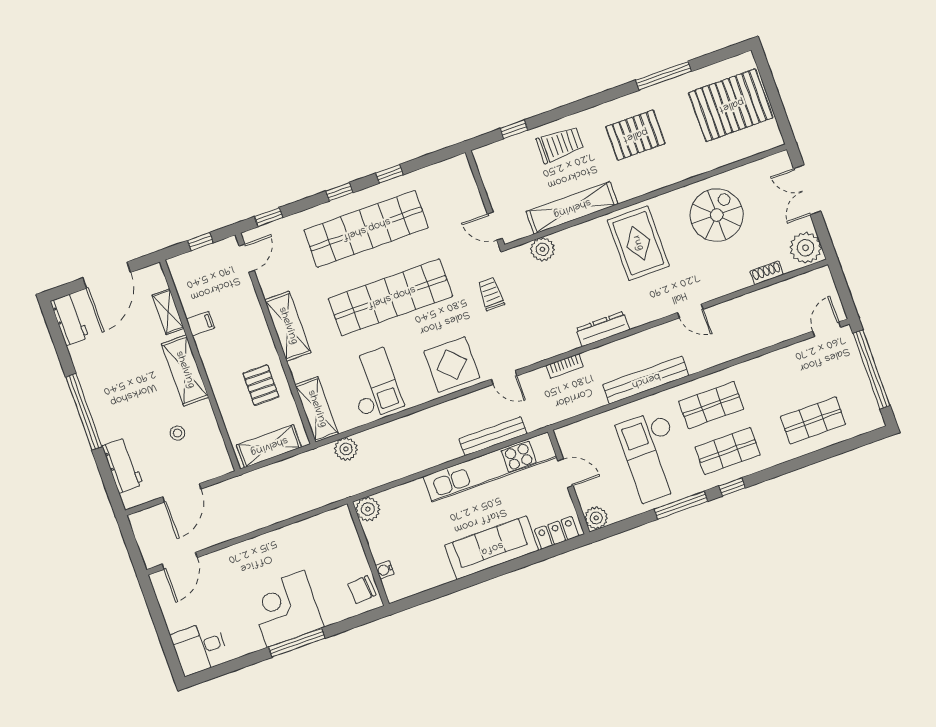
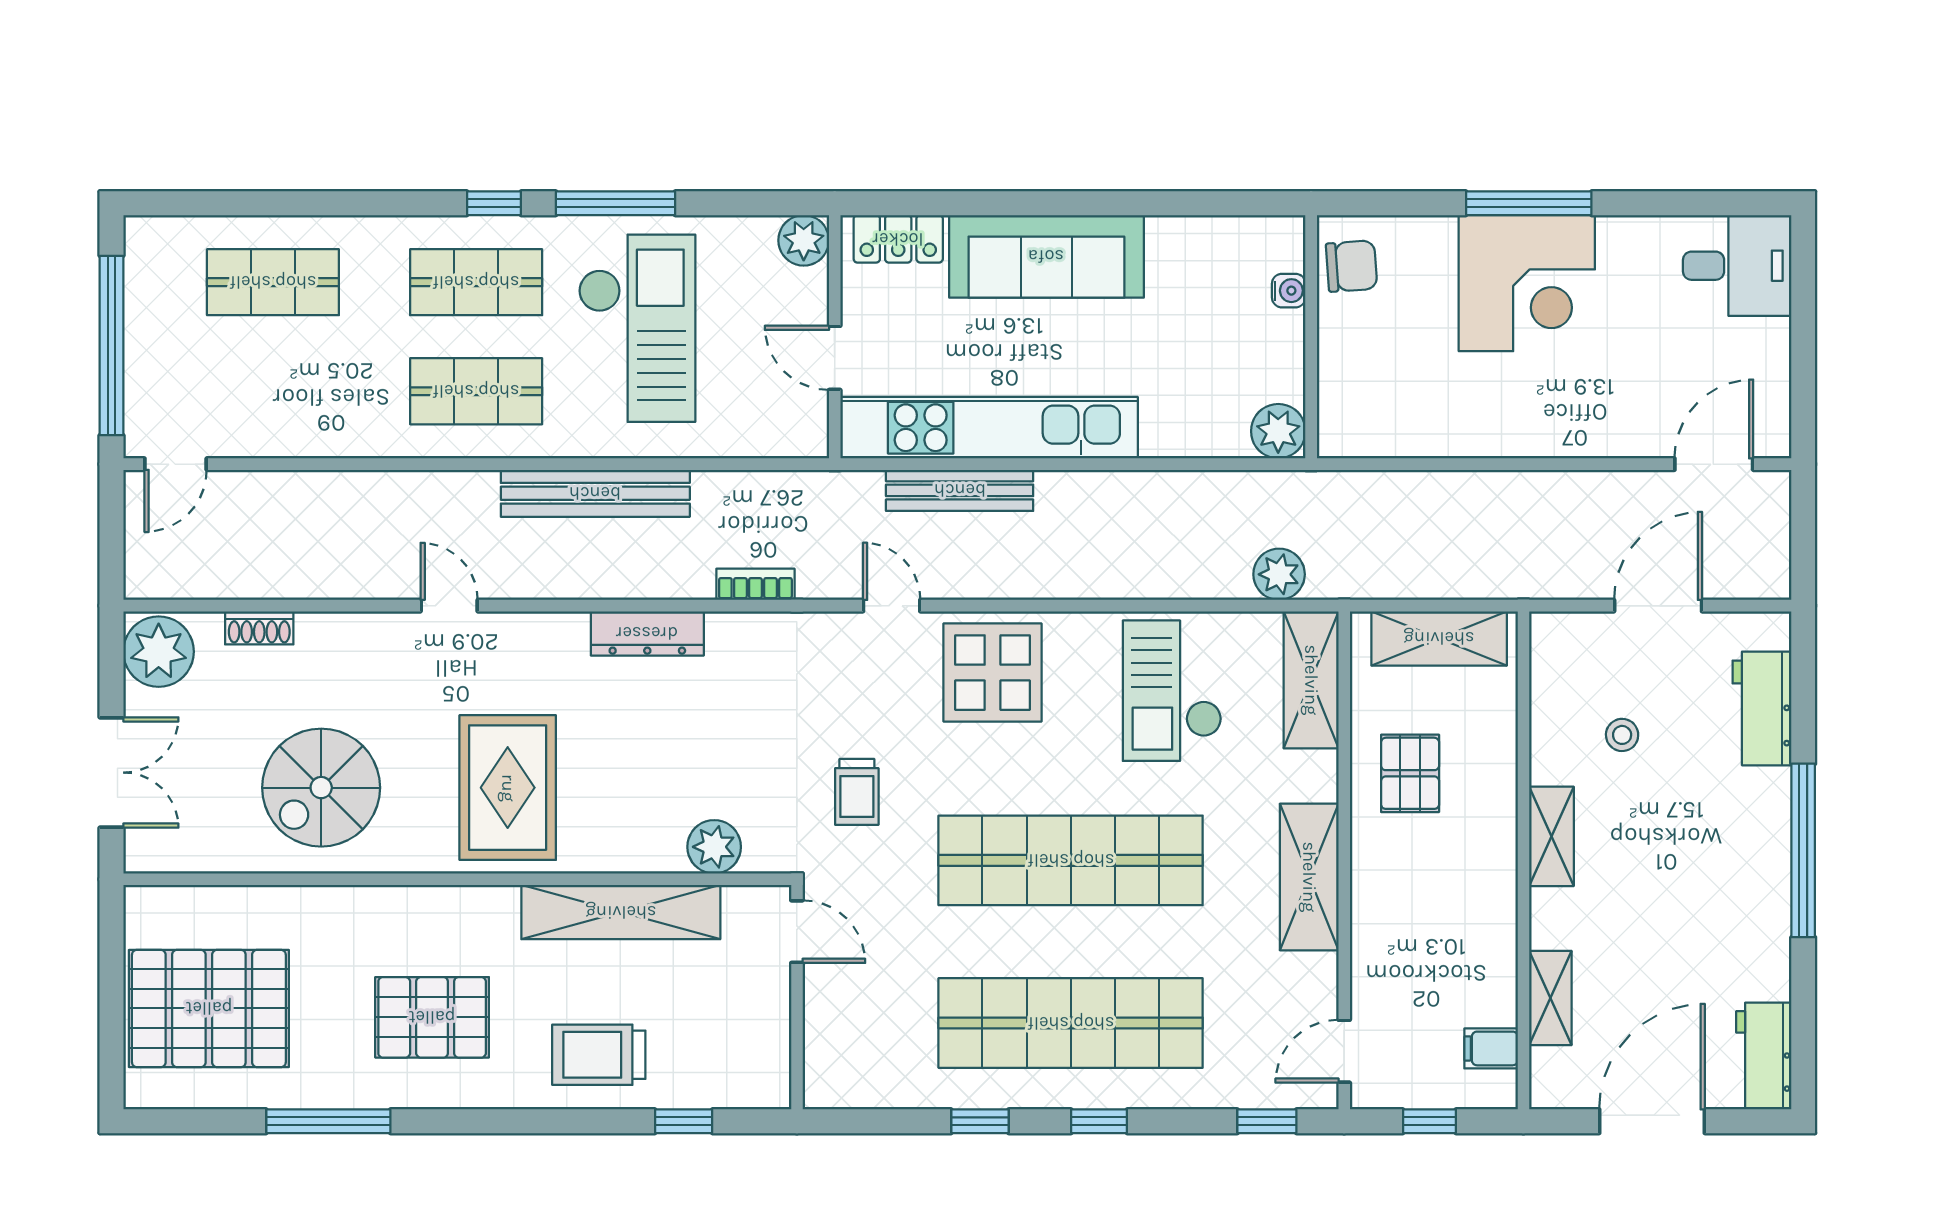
filing cabinet: (200, 324) -> (1491, 1048), moved
shelving: (185, 370) -> (1551, 836), width x0.67, depth x0.75

